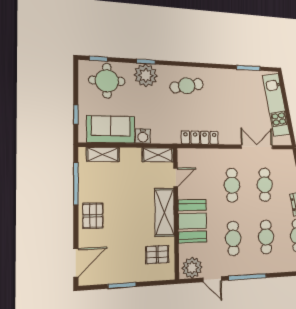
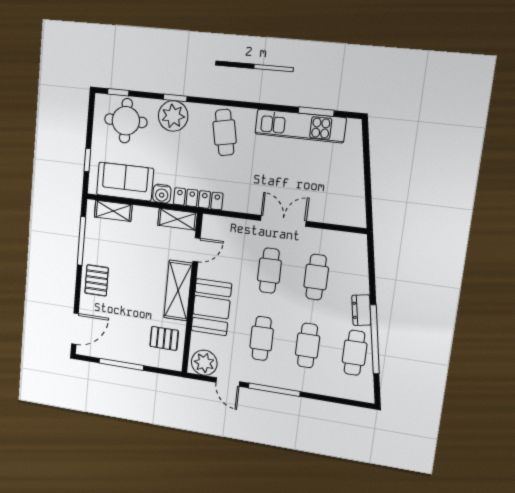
cafe table: (187, 86) -> (225, 132), turned 90
kitchen unit: (276, 105) -> (300, 126), moved, turned -80
locker: (200, 138) -> (198, 199), moved
double door: (257, 147) -> (283, 221), moved
window: (122, 285) -> (121, 364), width x1.44

